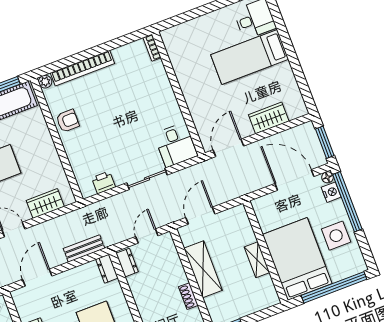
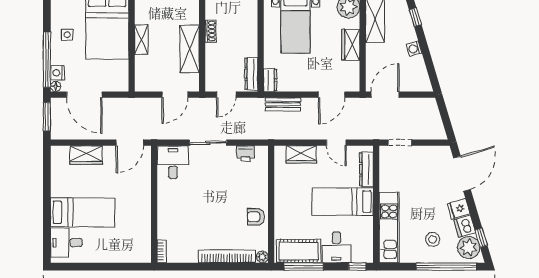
side table: (336, 236) -> (67, 35), width x0.54, depth x0.54
dresser: (127, 263) -> (251, 74), width x1.44

